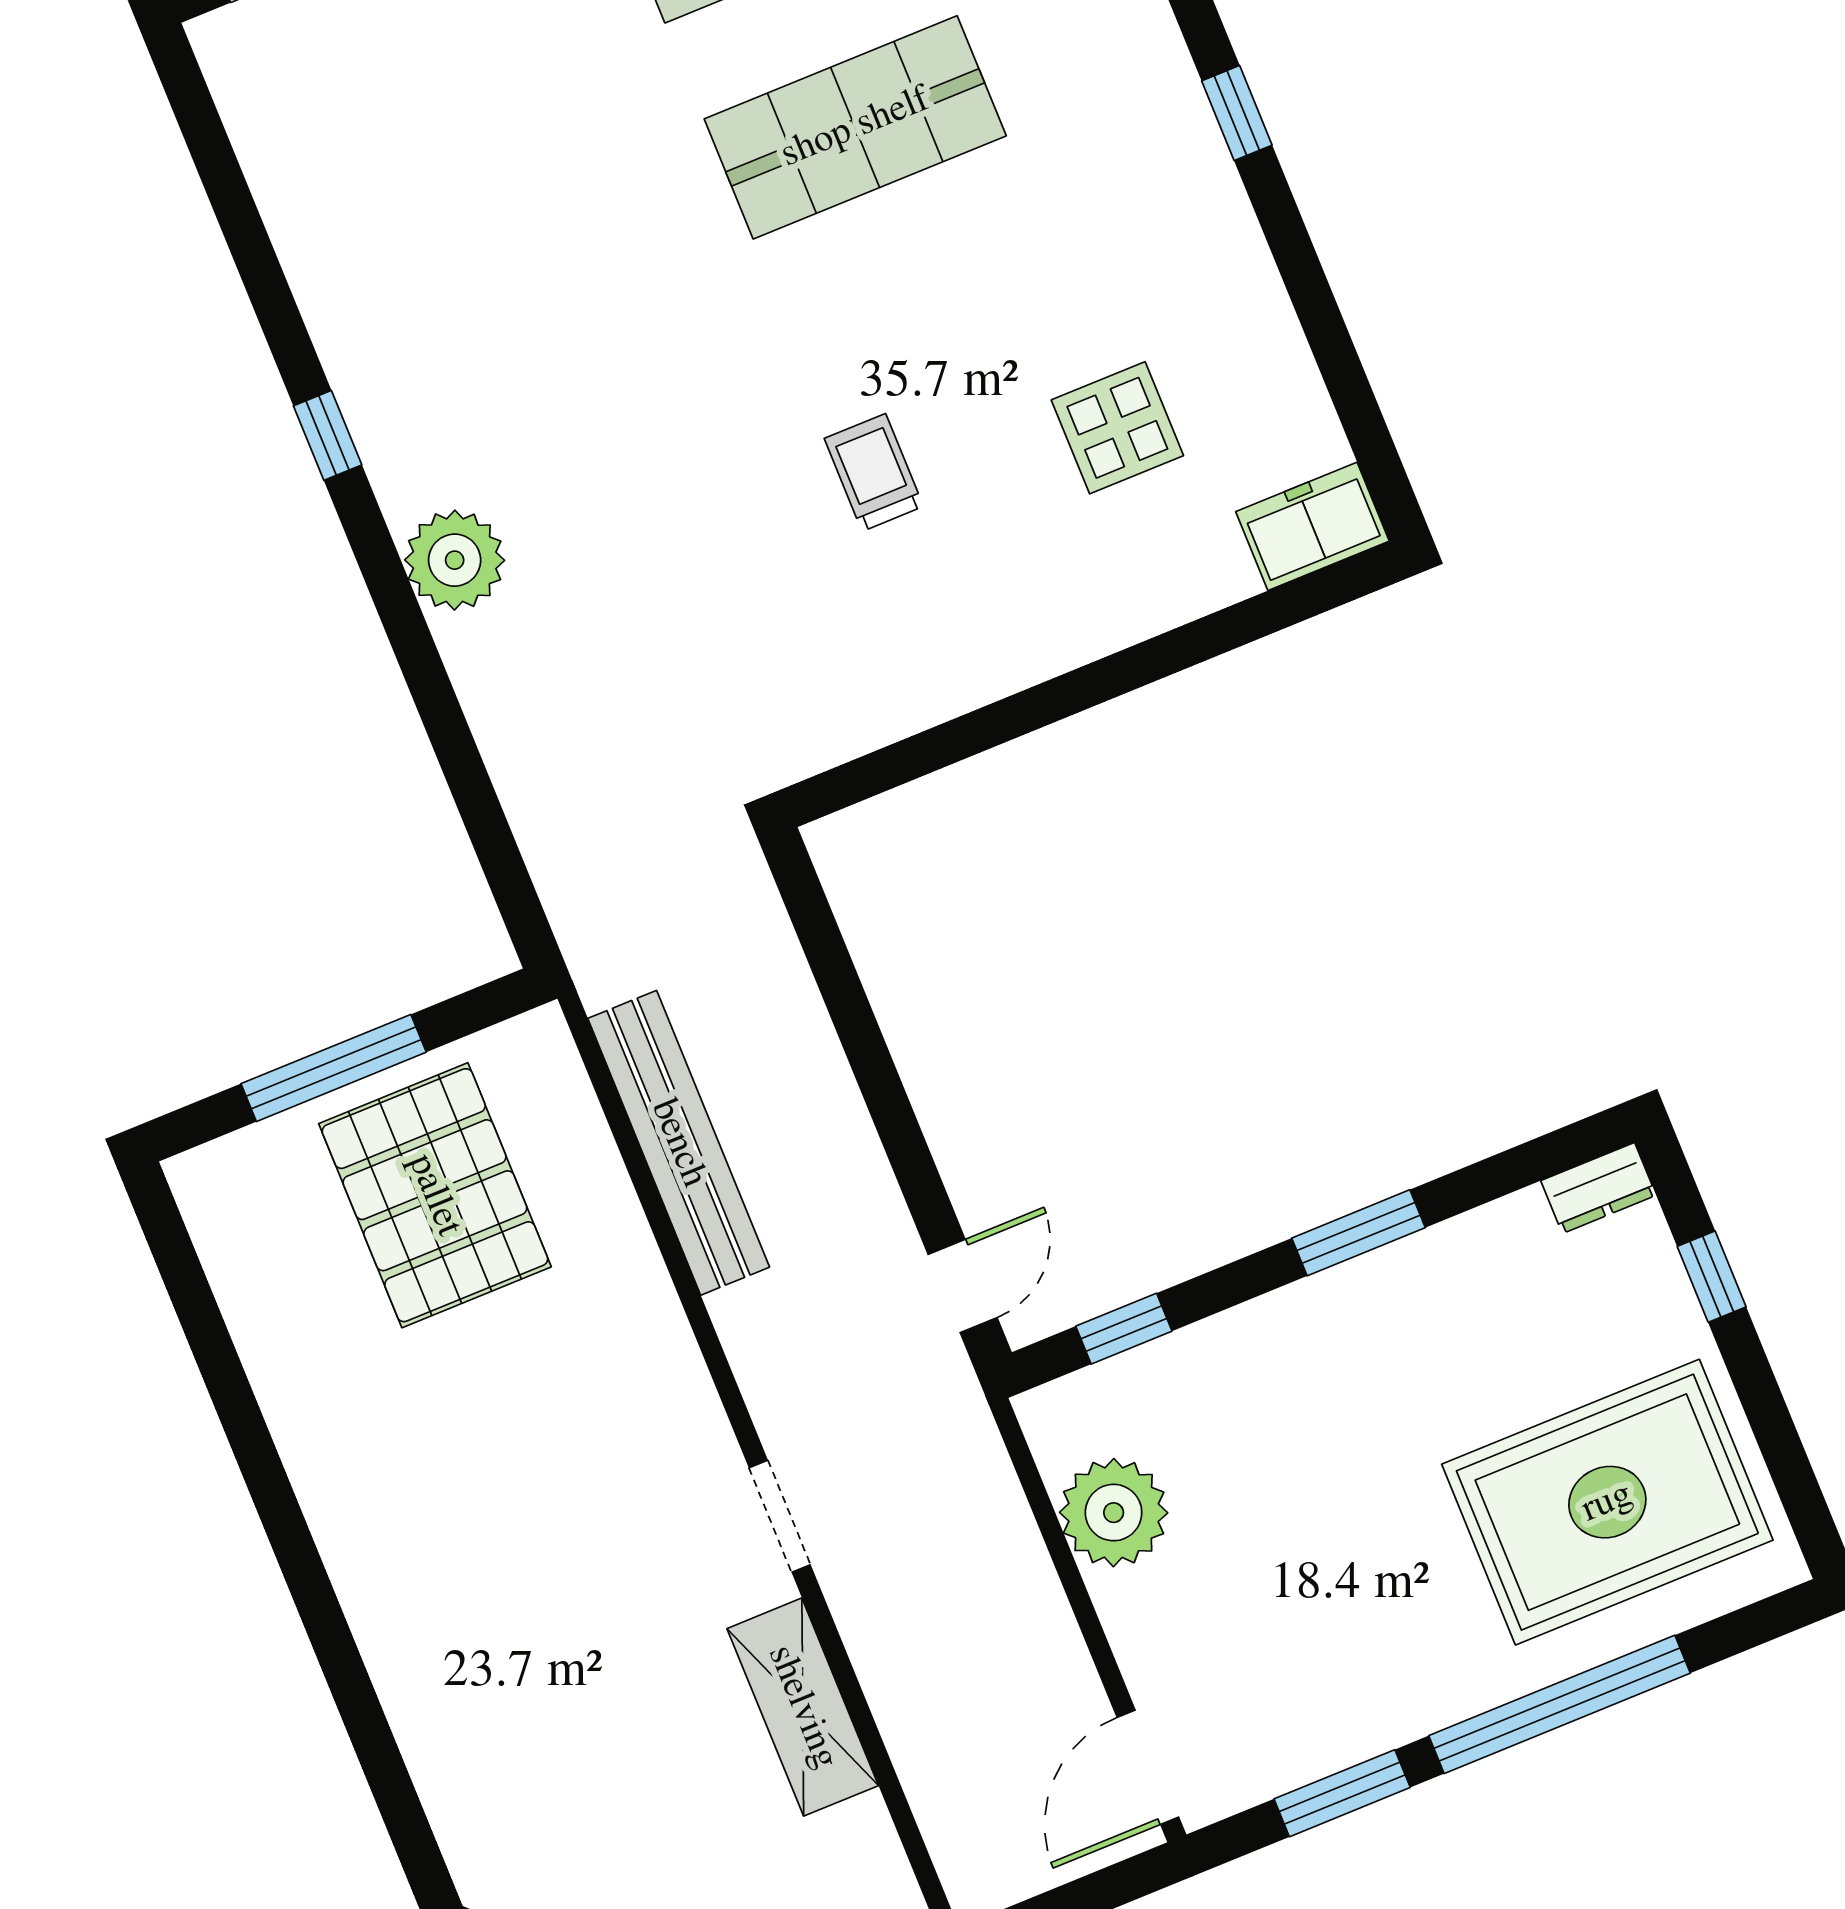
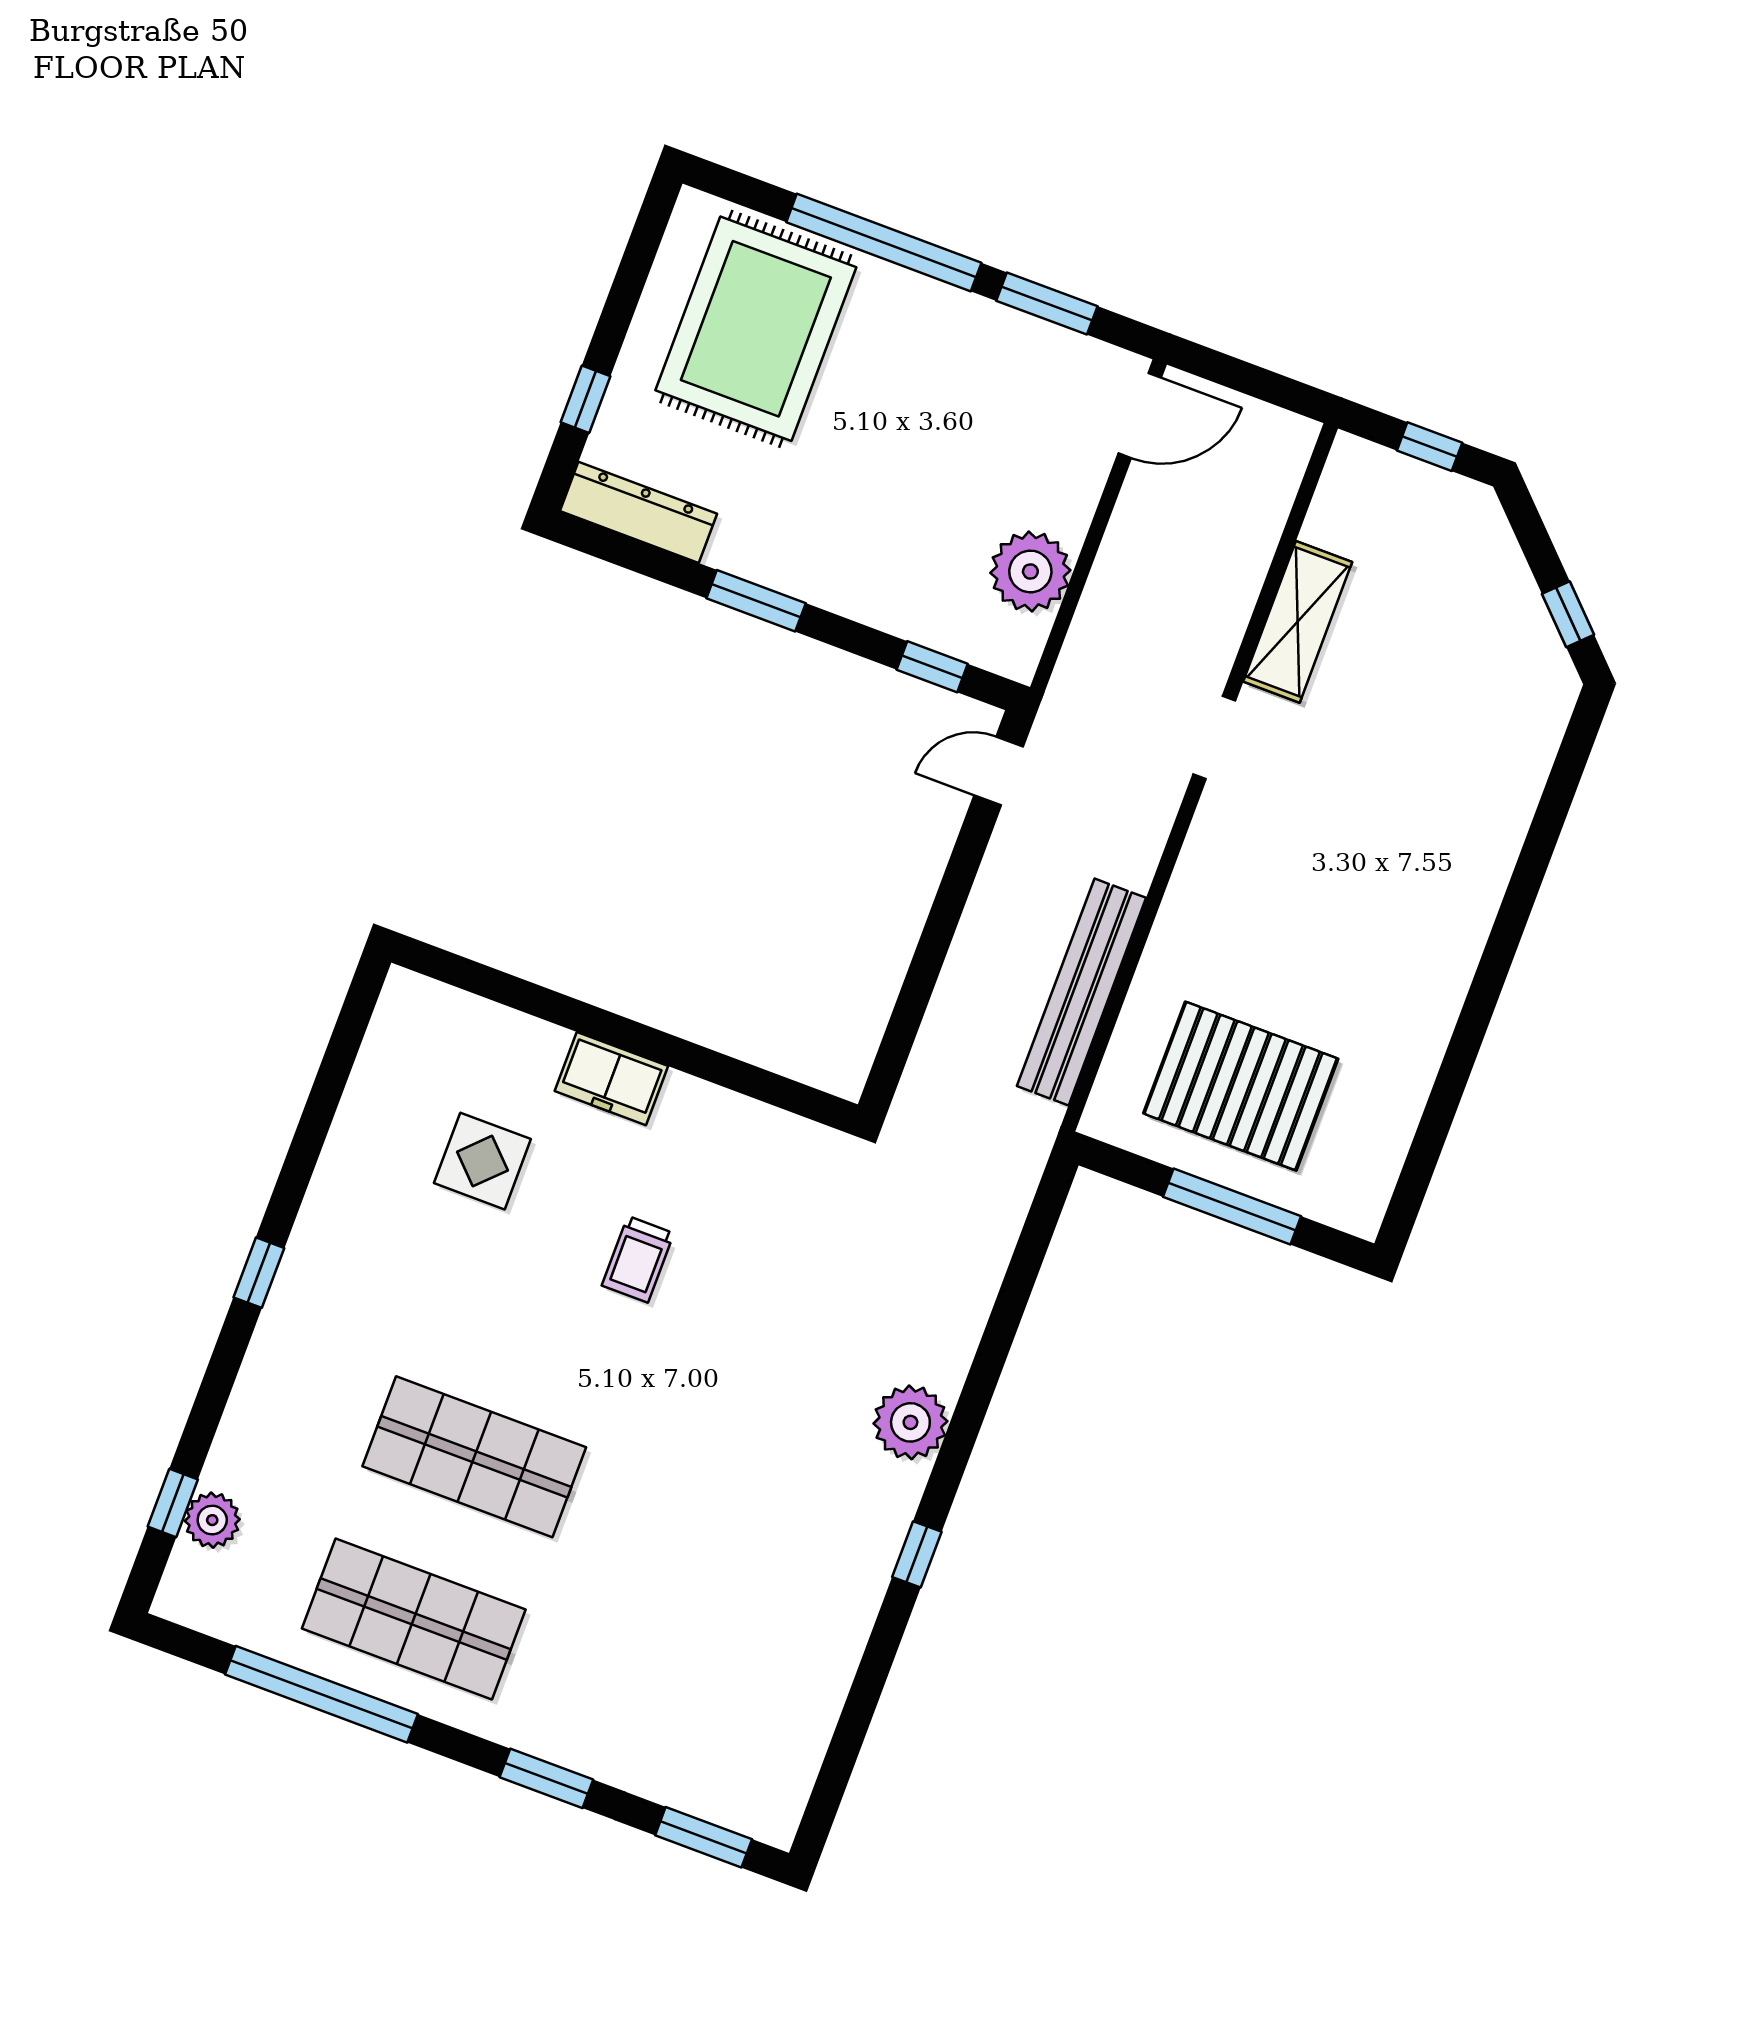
freezer: (1312, 526) -> (611, 1079), moved
dresser: (1598, 1188) -> (639, 512), width x1.96, depth x1.24
pallet: (435, 1195) -> (1241, 1086), turned 90
rug: (1607, 1502) -> (756, 329), turned 90

